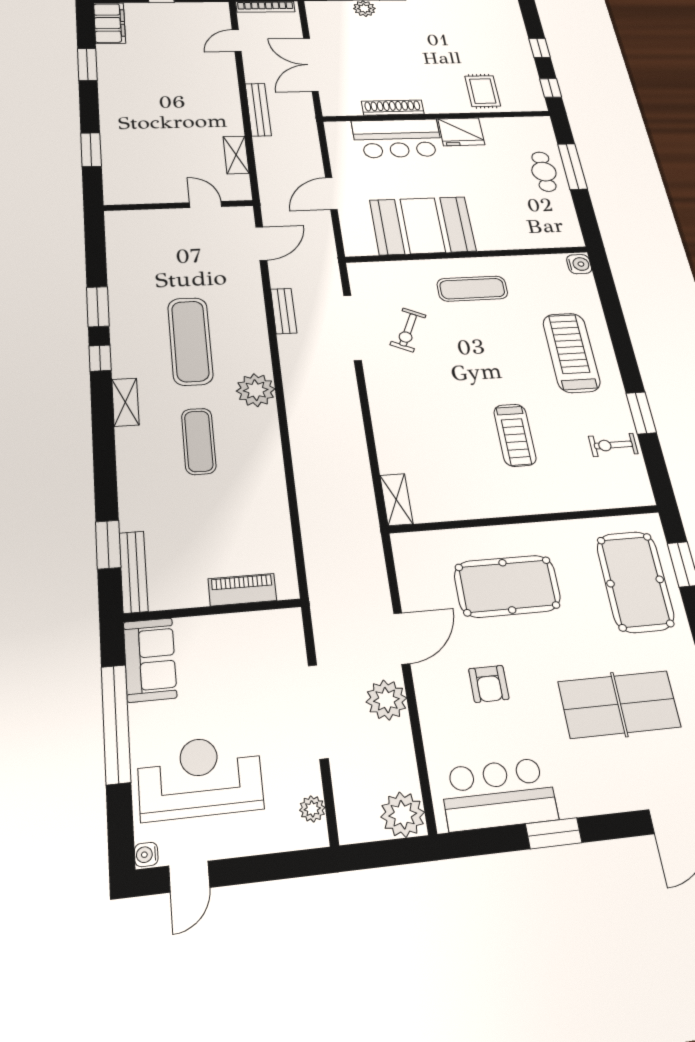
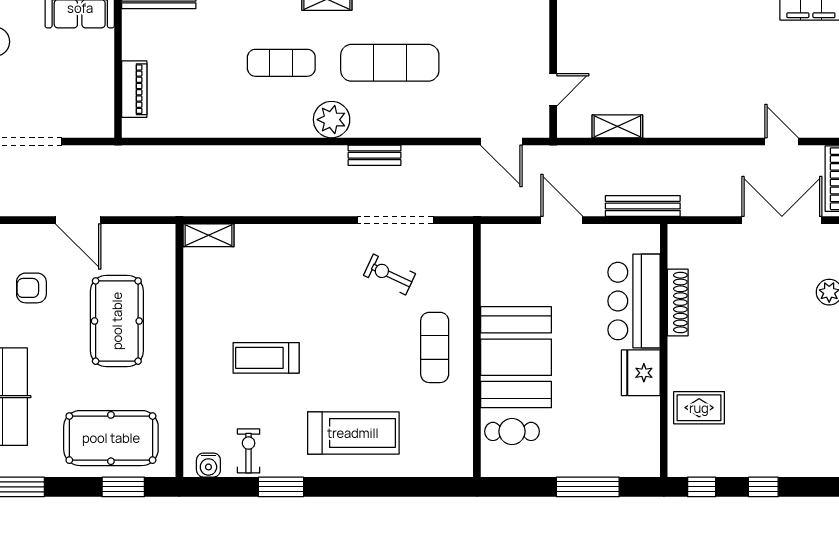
double door: (311, 65) -> (782, 220), moved
bench: (258, 110) -> (643, 206), moved
cafe table: (544, 172) -> (512, 431), moved
booth: (423, 226) -> (516, 357), moved
water cooler: (579, 264) -> (208, 465), moved
bench: (284, 311) -> (375, 155), moved
plant: (386, 700) -> (26, 199), removed

